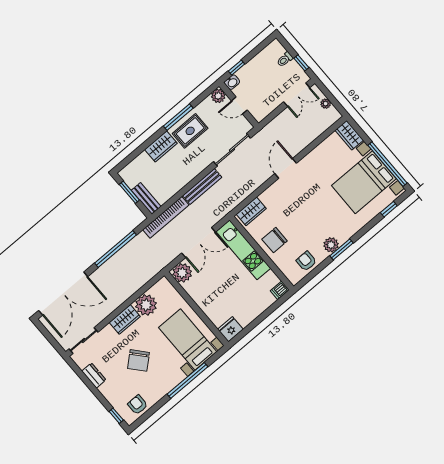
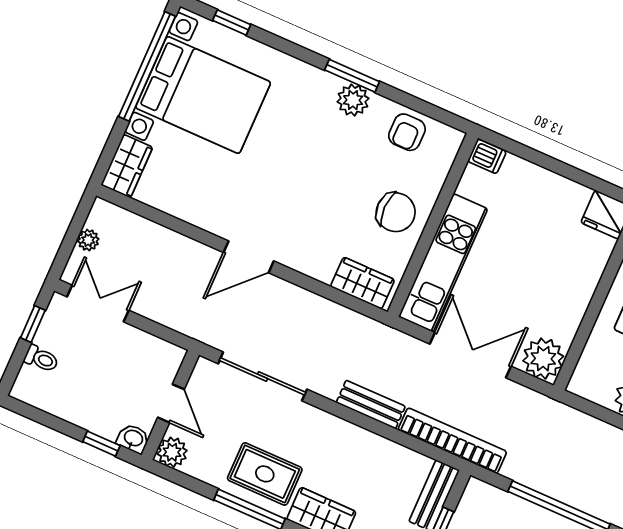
bench: (202, 186) -> (371, 404), width x0.73

